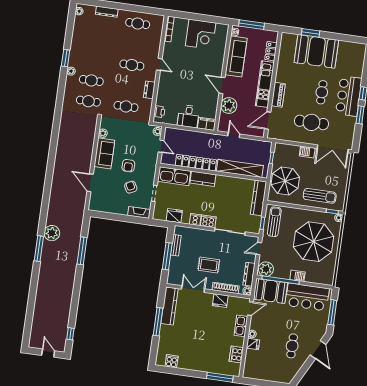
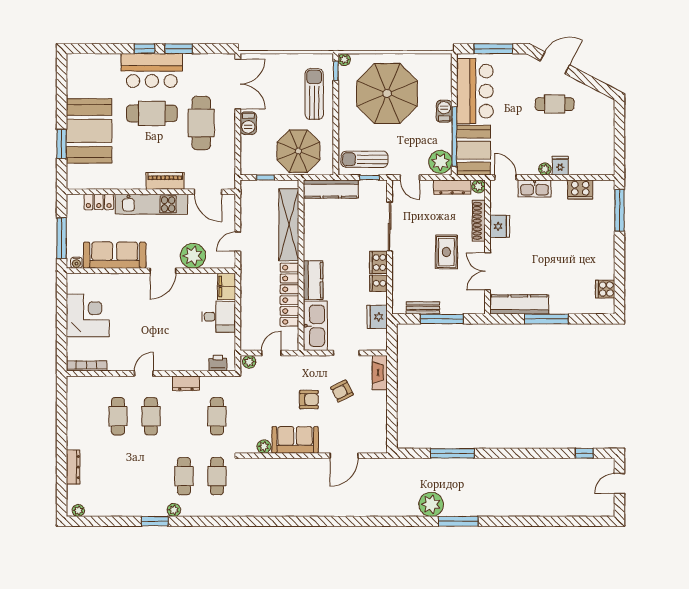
cafe table: (138, 24) -> (118, 416), moved
cafe table: (322, 92) -> (152, 113), width x1.37, depth x1.35

